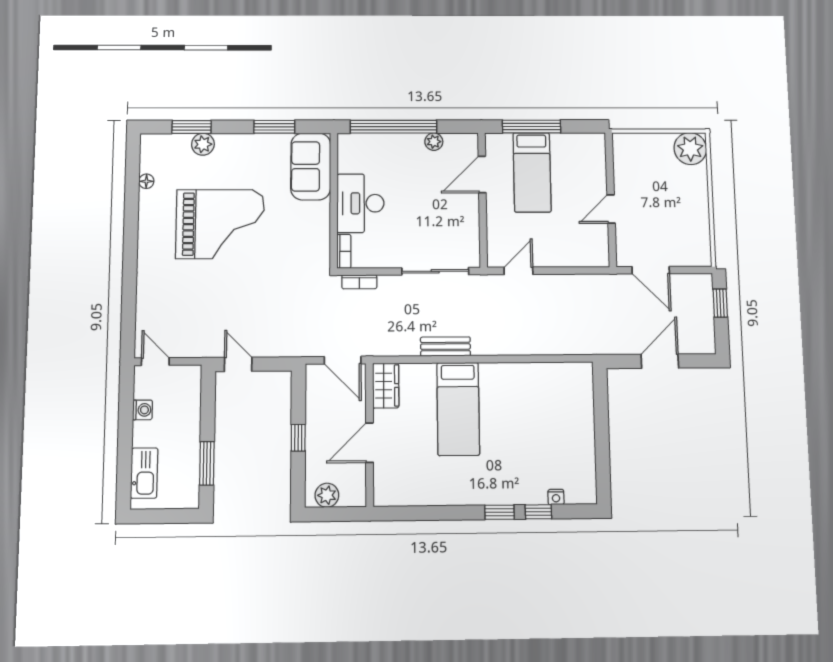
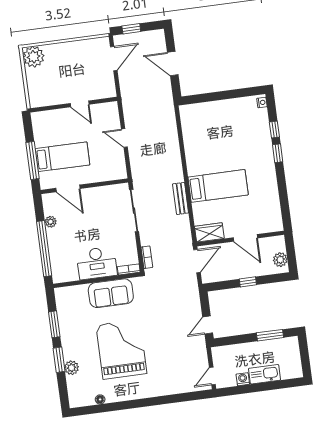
window: (192, 127) -> (59, 360), moved
sofa: (311, 166) -> (111, 293), moved
door: (651, 270) -> (114, 59), moved
door: (518, 271) -> (124, 138), moved
kitchen sink: (144, 473) -> (265, 374), moved
nightstand: (556, 497) -> (262, 102), moved

